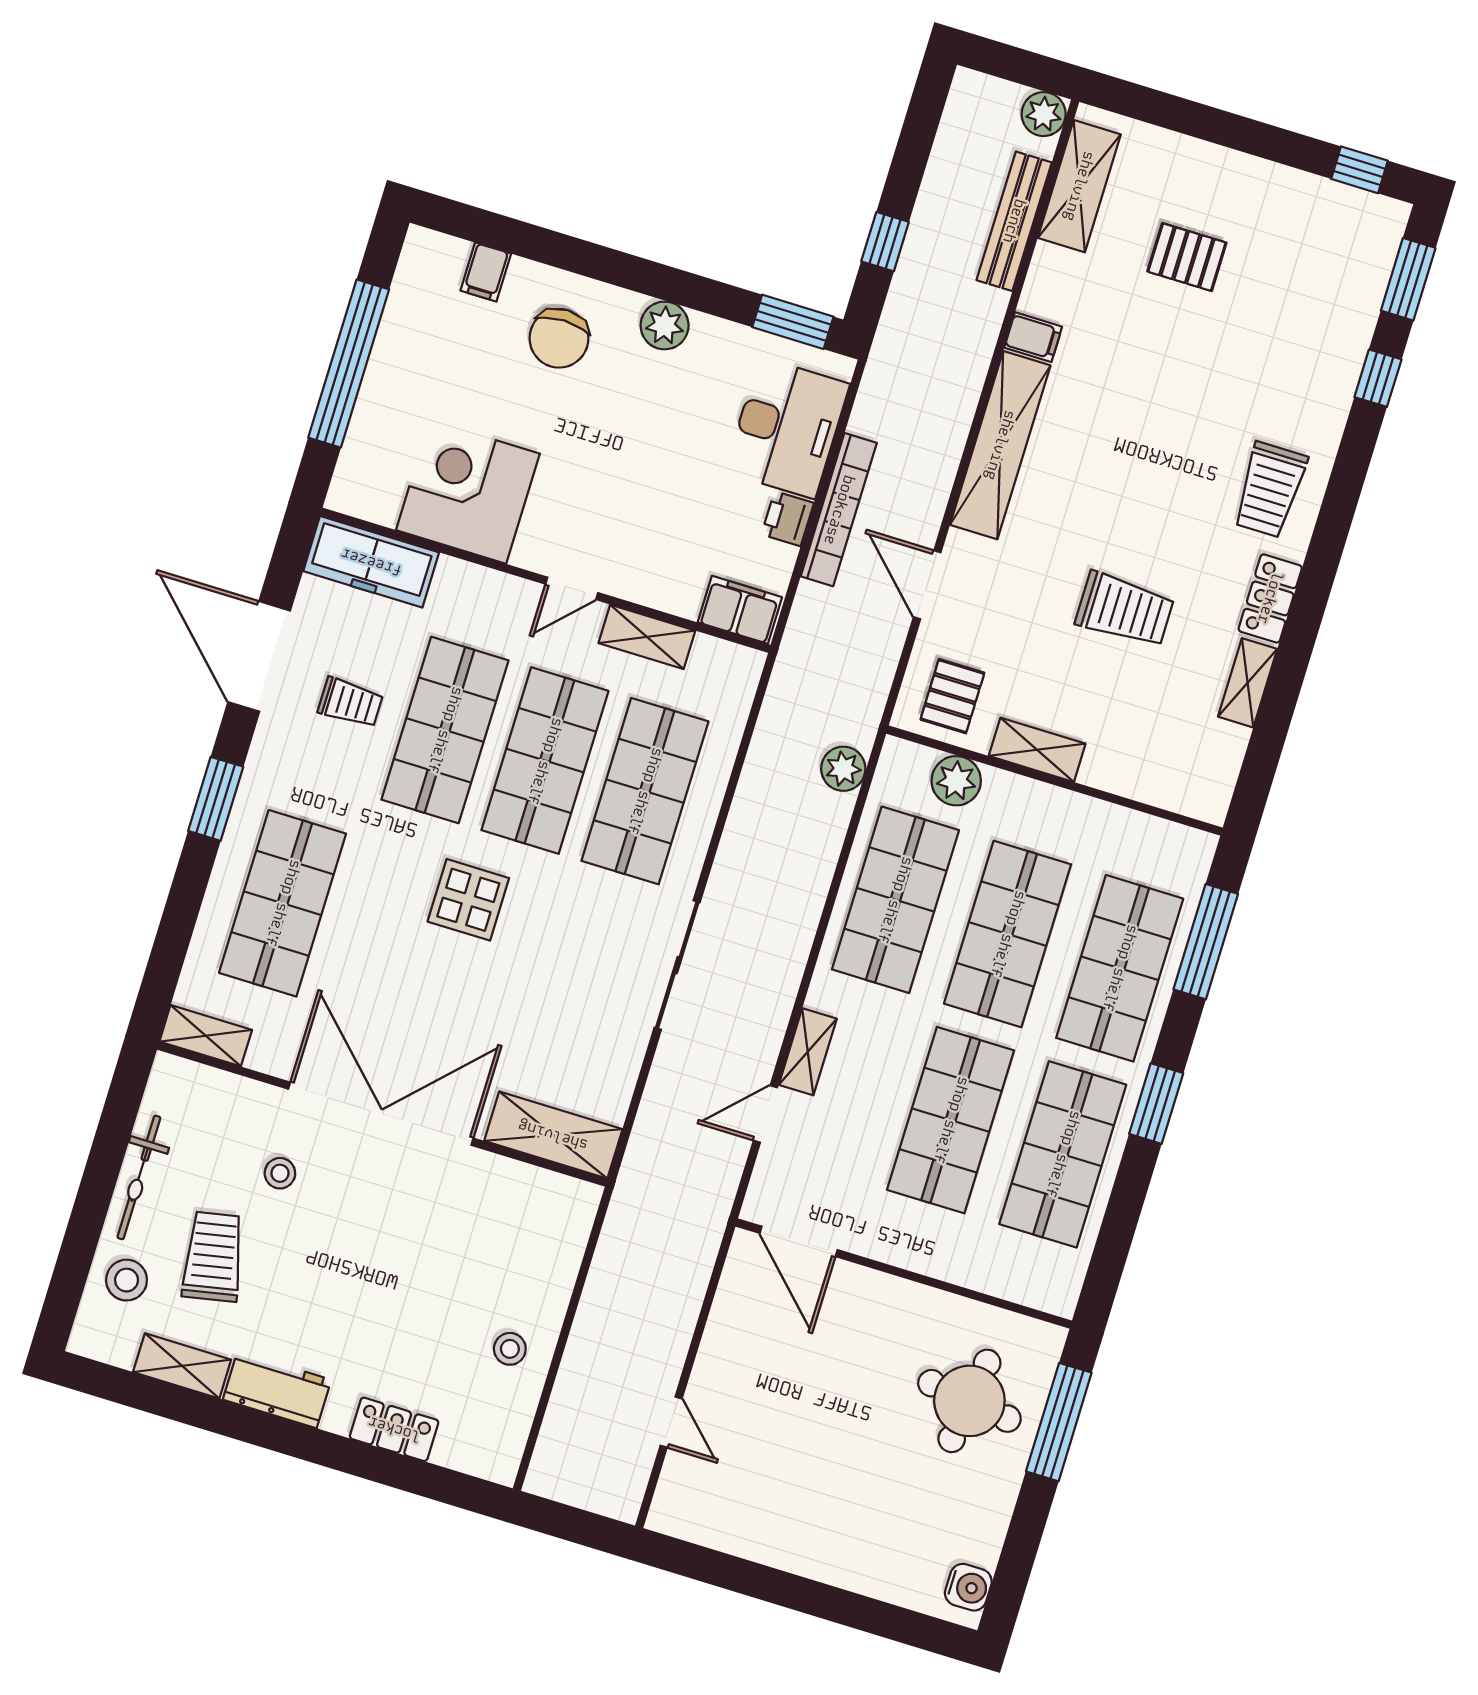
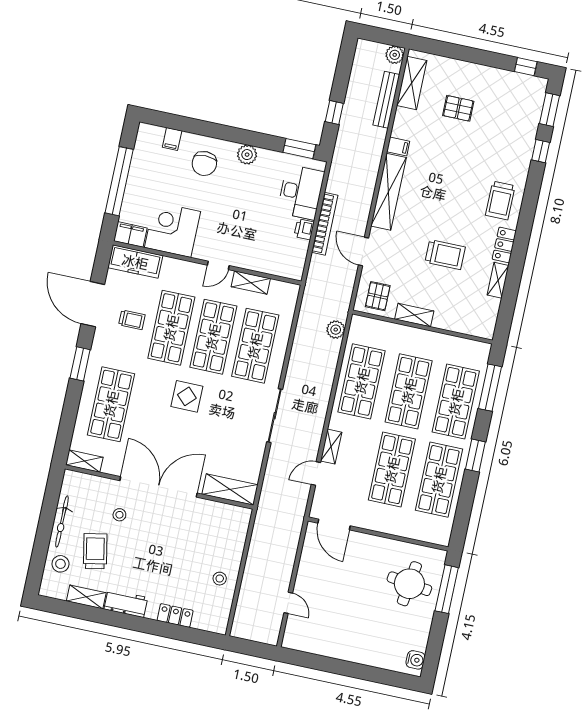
filing cabinet: (740, 610) -> (130, 234), moved
plant: (956, 781) -> (382, 331), removed

